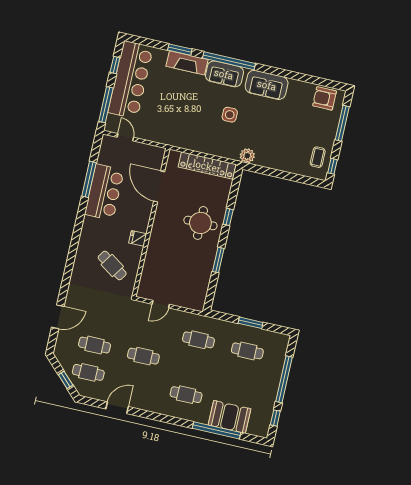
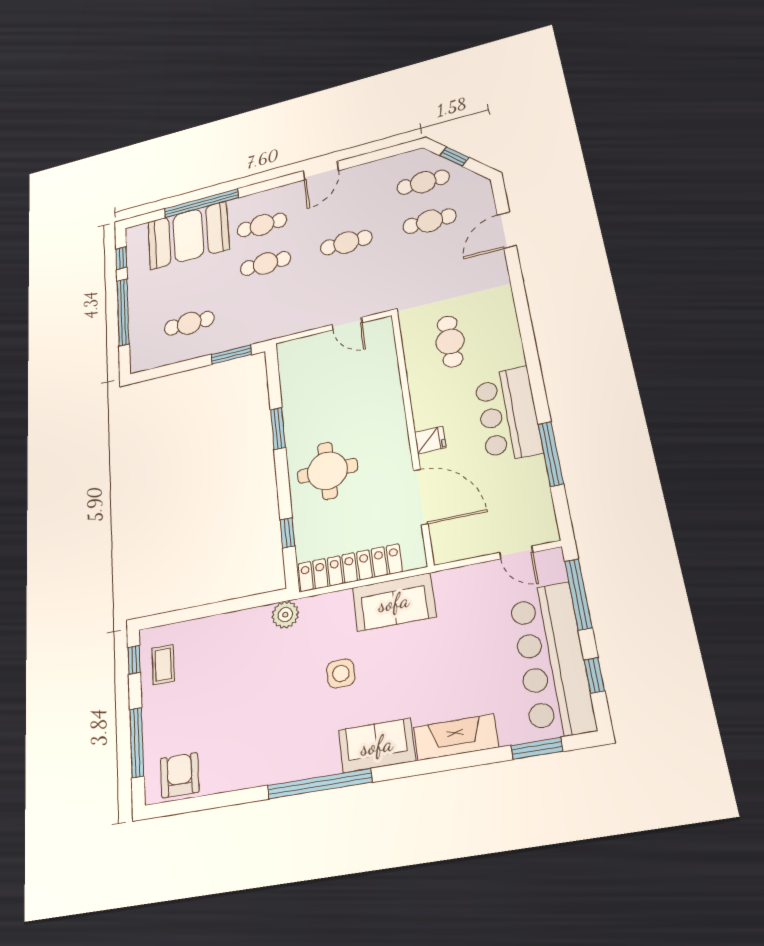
window: (180, 50) -> (537, 748), moved
window: (229, 61) -> (319, 784), moved
sofa: (267, 85) -> (394, 602), moved, turned 180
armchair: (325, 98) -> (180, 775), turned -90
bar counter: (104, 192) -> (508, 415), moved
window: (228, 217) -> (287, 533), moved
fridge: (138, 238) -> (430, 440), moved
cafe table: (112, 265) -> (450, 342), turned 56
door: (161, 304) -> (347, 324), swing flipped
window: (251, 323) -> (231, 355), moved
cafe table: (198, 340) -> (265, 263), moved
door: (117, 408) -> (321, 171), moved
booth: (230, 417) -> (188, 235), width x1.36, depth x1.42

